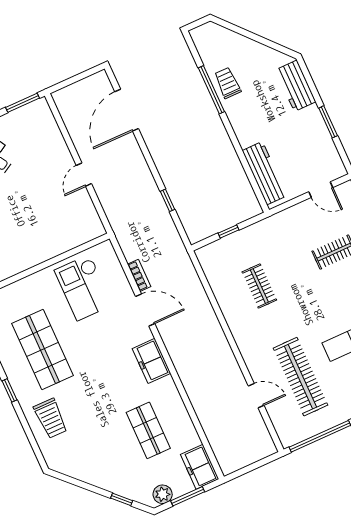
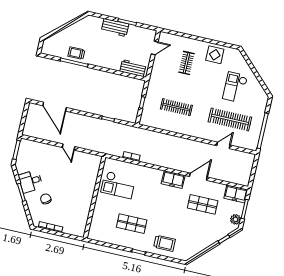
workbench: (296, 86) -> (115, 28), moved
workbench: (265, 173) -> (133, 68), width x0.73
clothes rail: (259, 286) -> (176, 107), width x1.36
door: (145, 310) -> (198, 177), moved
shop shelf: (43, 349) -> (132, 224), width x0.70, depth x0.74

